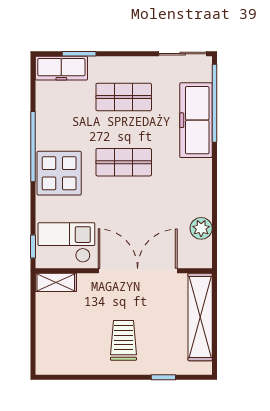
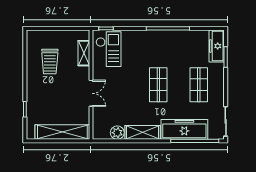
display table: (59, 173) -> (151, 45), removed
shelving: (201, 188) -> (143, 132), added
double door: (138, 271) -> (91, 93), width x0.54
shelving: (56, 282) -> (84, 53), moved
trolley: (123, 340) -> (50, 62), moved, turned 90

